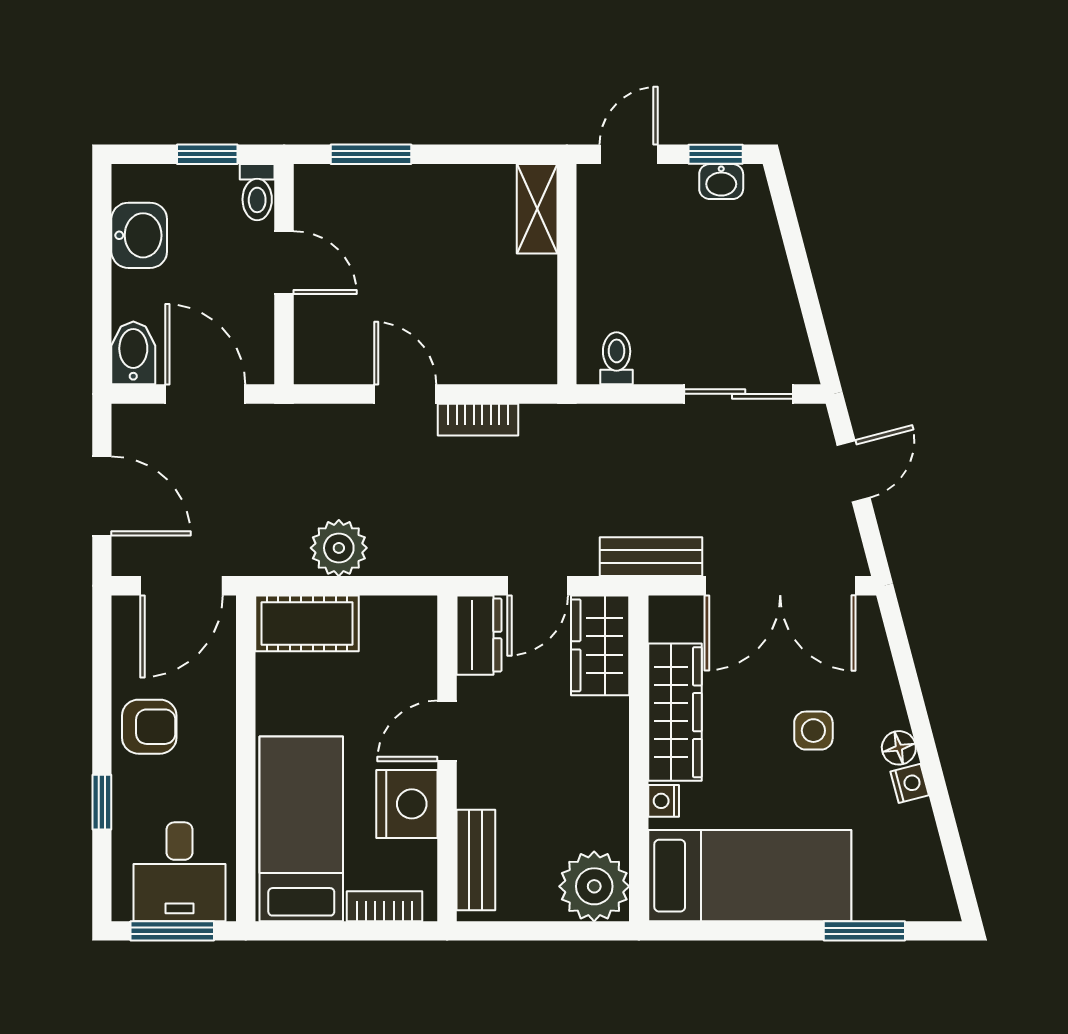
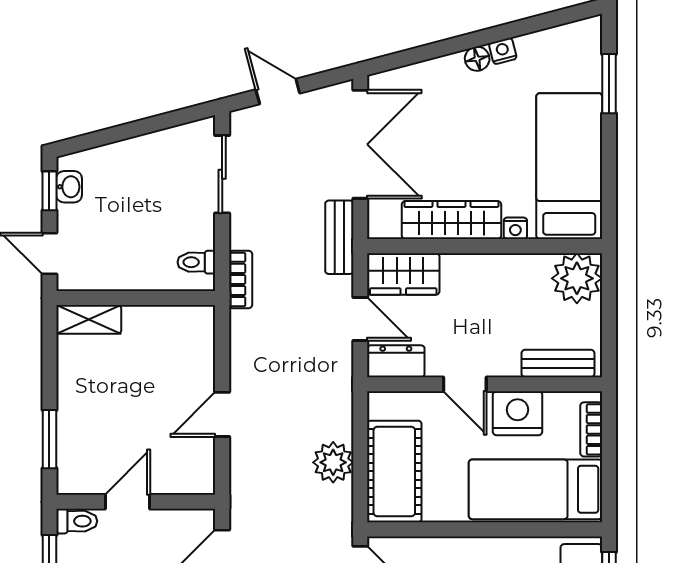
bookcase: (478, 420) -> (241, 279), moved
cot: (307, 623) -> (394, 471), width x1.37, depth x1.34
side table: (813, 731) -> (465, 120), removed

